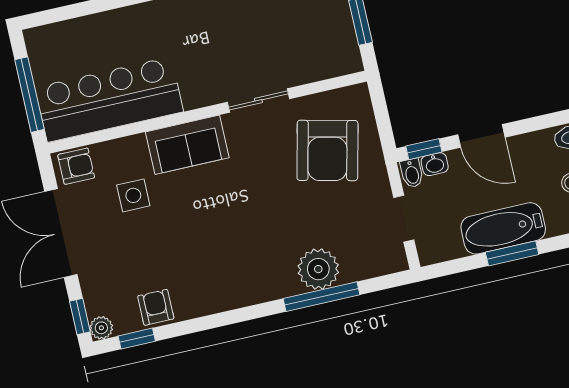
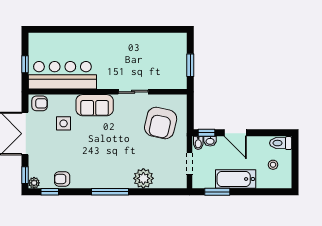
window: (29, 95) -> (25, 64), width x0.46
window: (512, 253) -> (217, 192), moved
window: (322, 297) -> (110, 192), moved
armchair: (156, 307) -> (62, 179), turned -90

